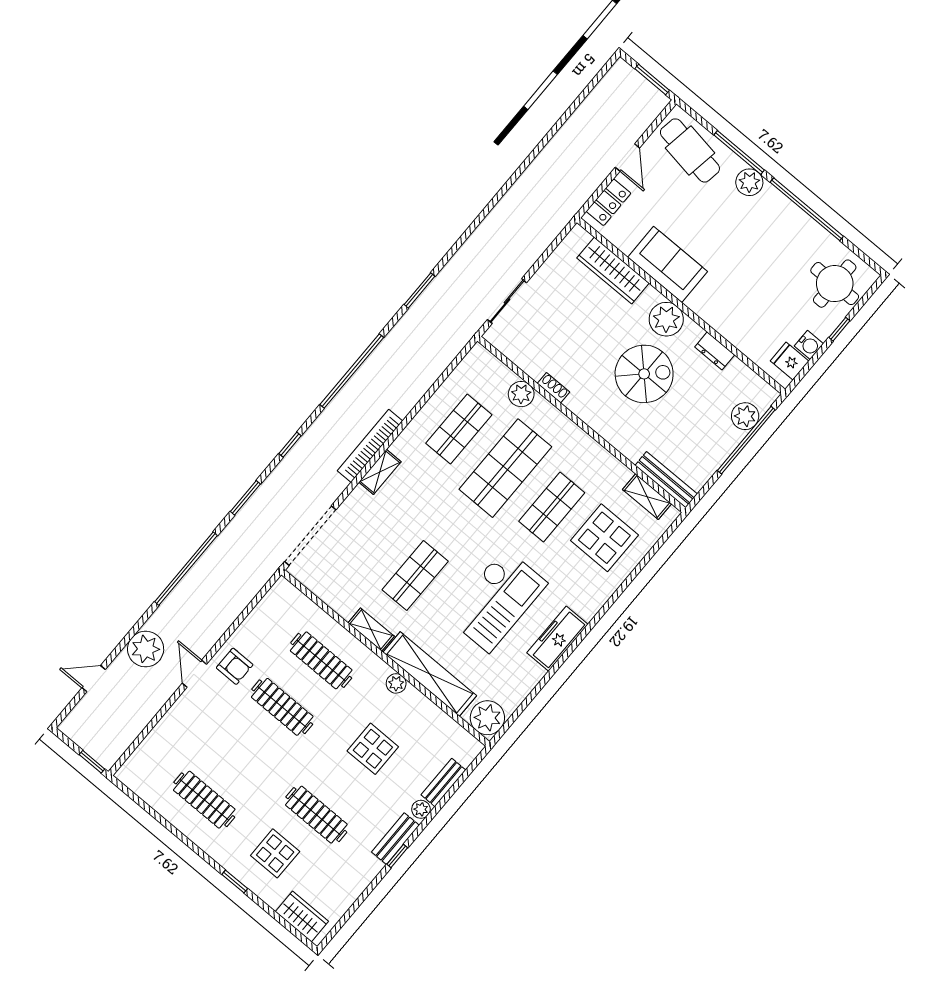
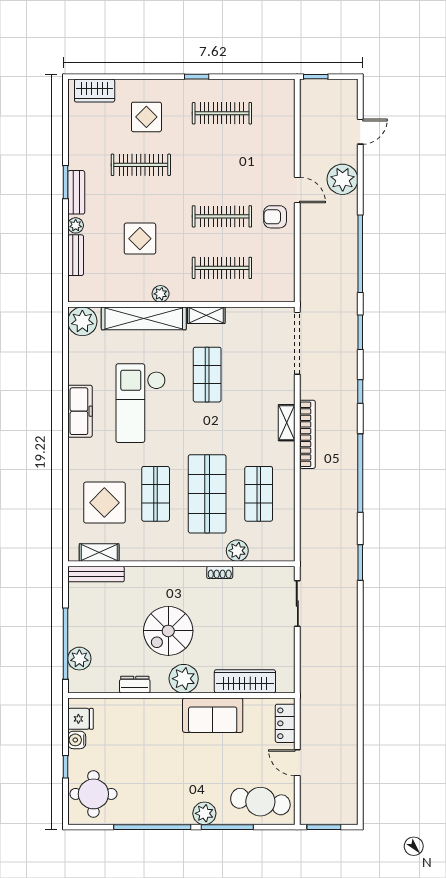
window: (397, 856) -> (65, 182), width x1.50
window: (235, 882) -> (197, 77), moved

